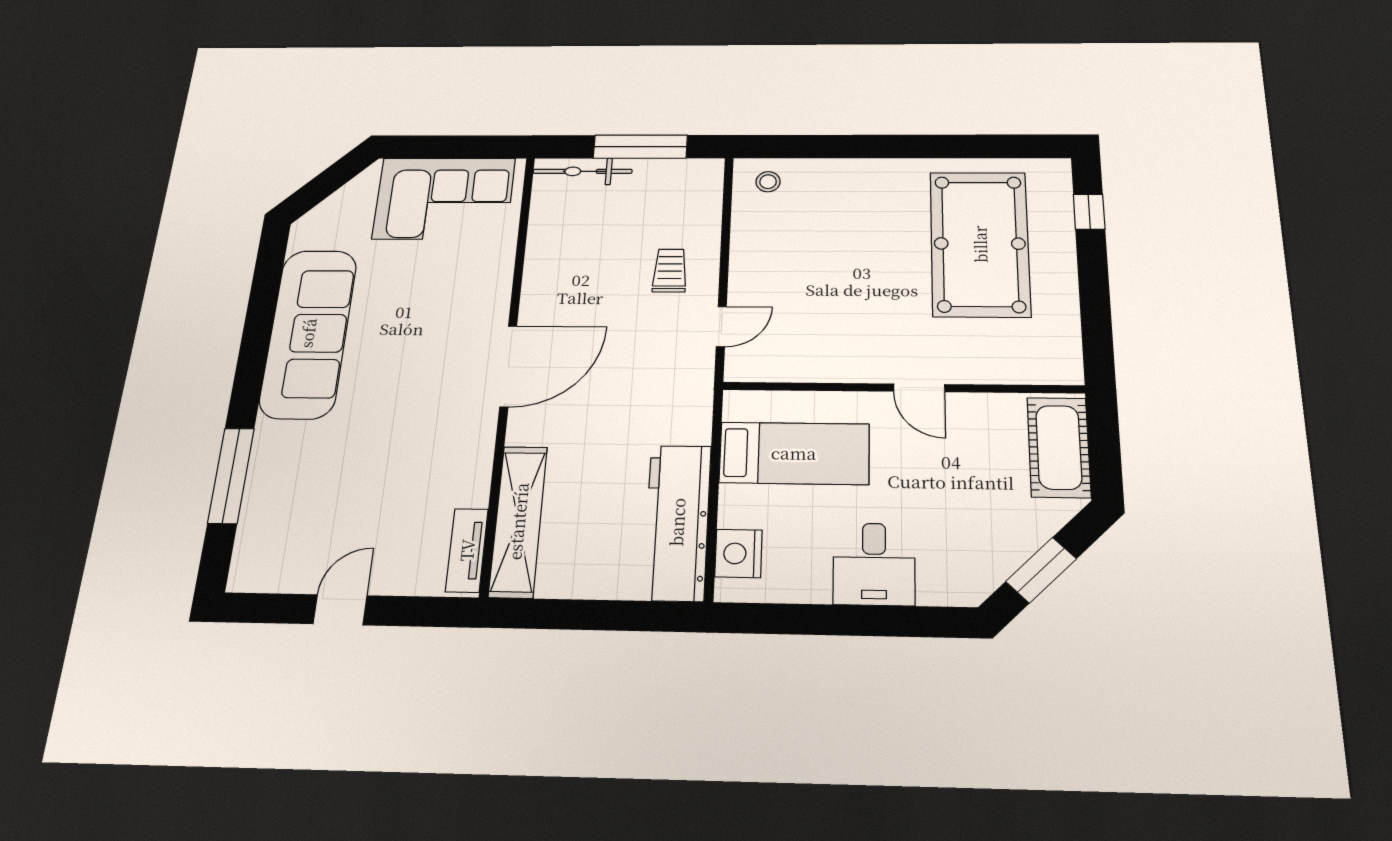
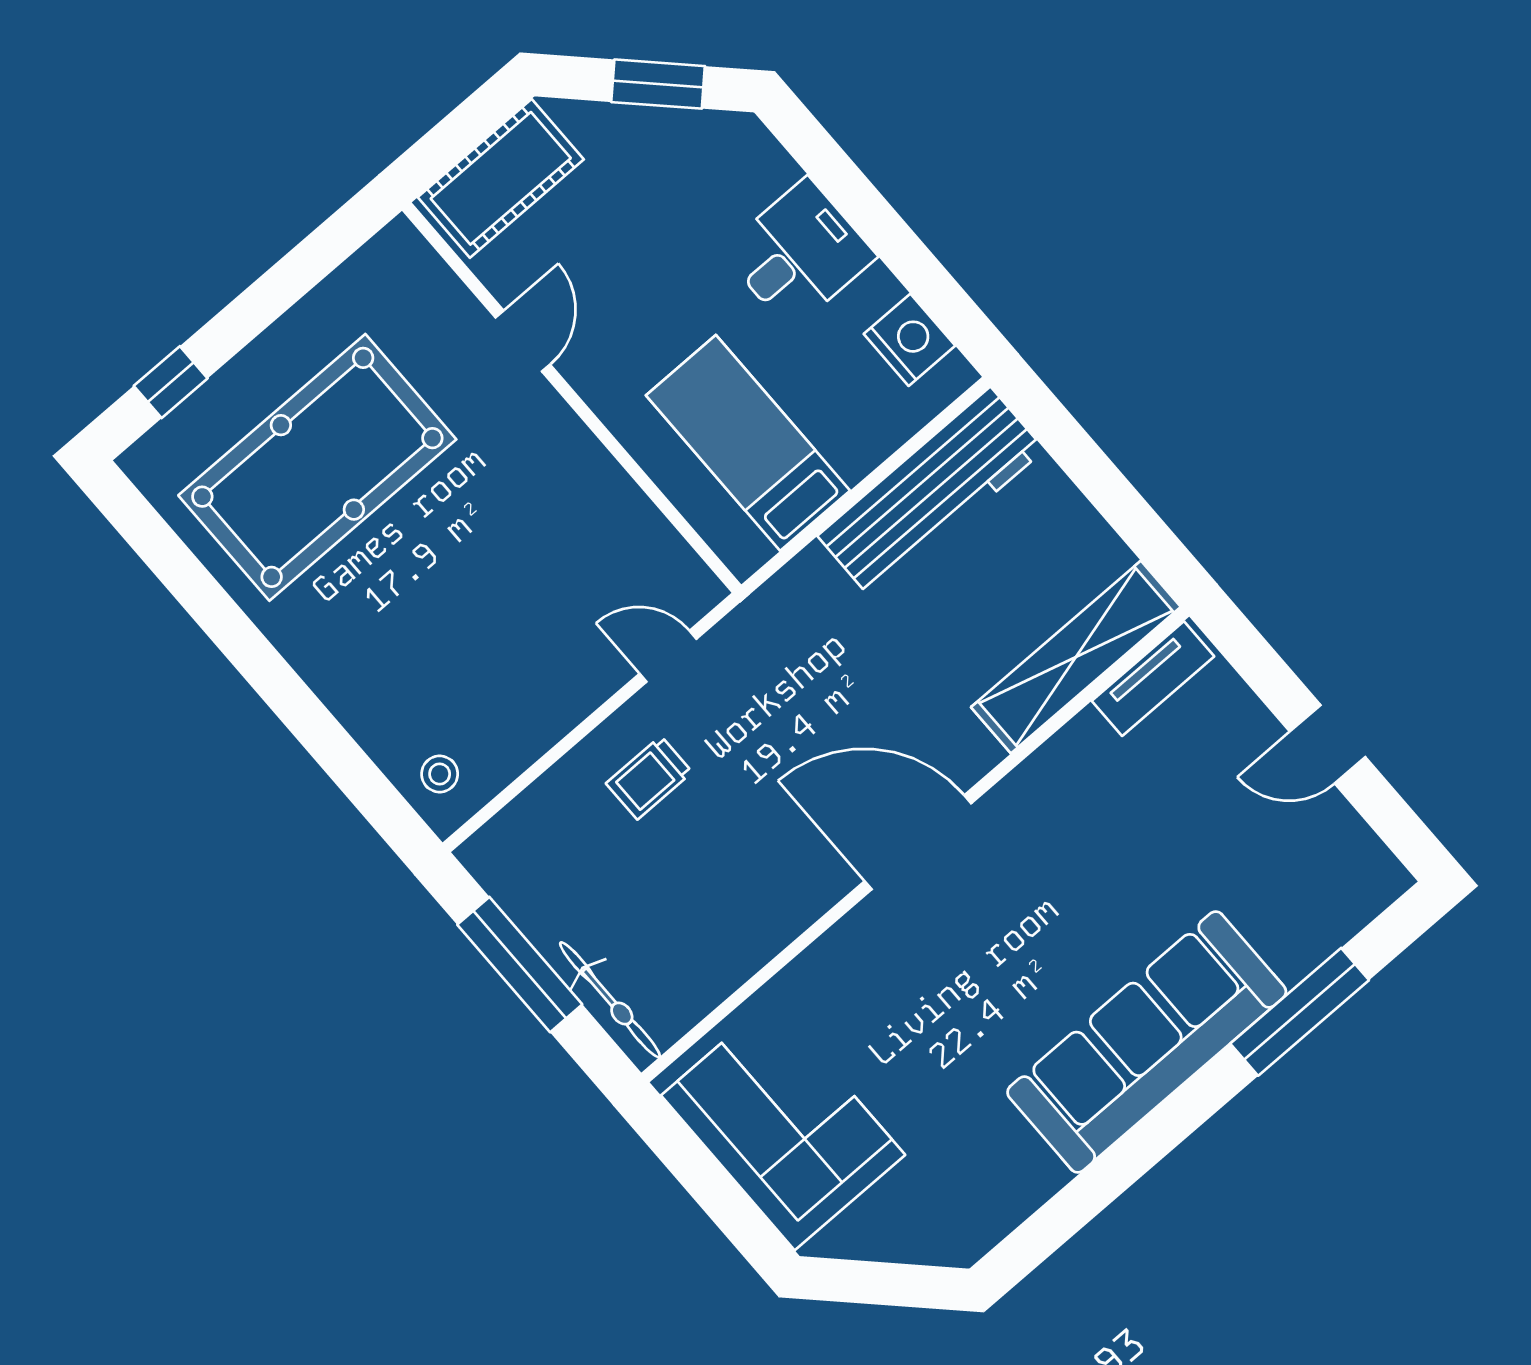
sofa: (308, 333) -> (1147, 1042), moved
door: (919, 388) -> (523, 341), moved
nightstand: (739, 553) -> (909, 340), moved, turned -90

